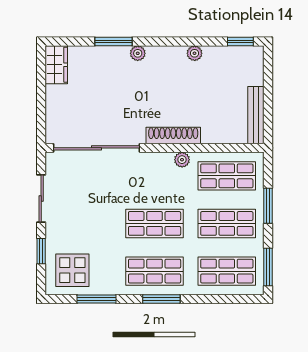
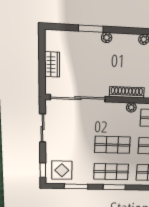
wardrobe: (56, 65) -> (52, 64), moved
window: (41, 251) -> (43, 170), moved

